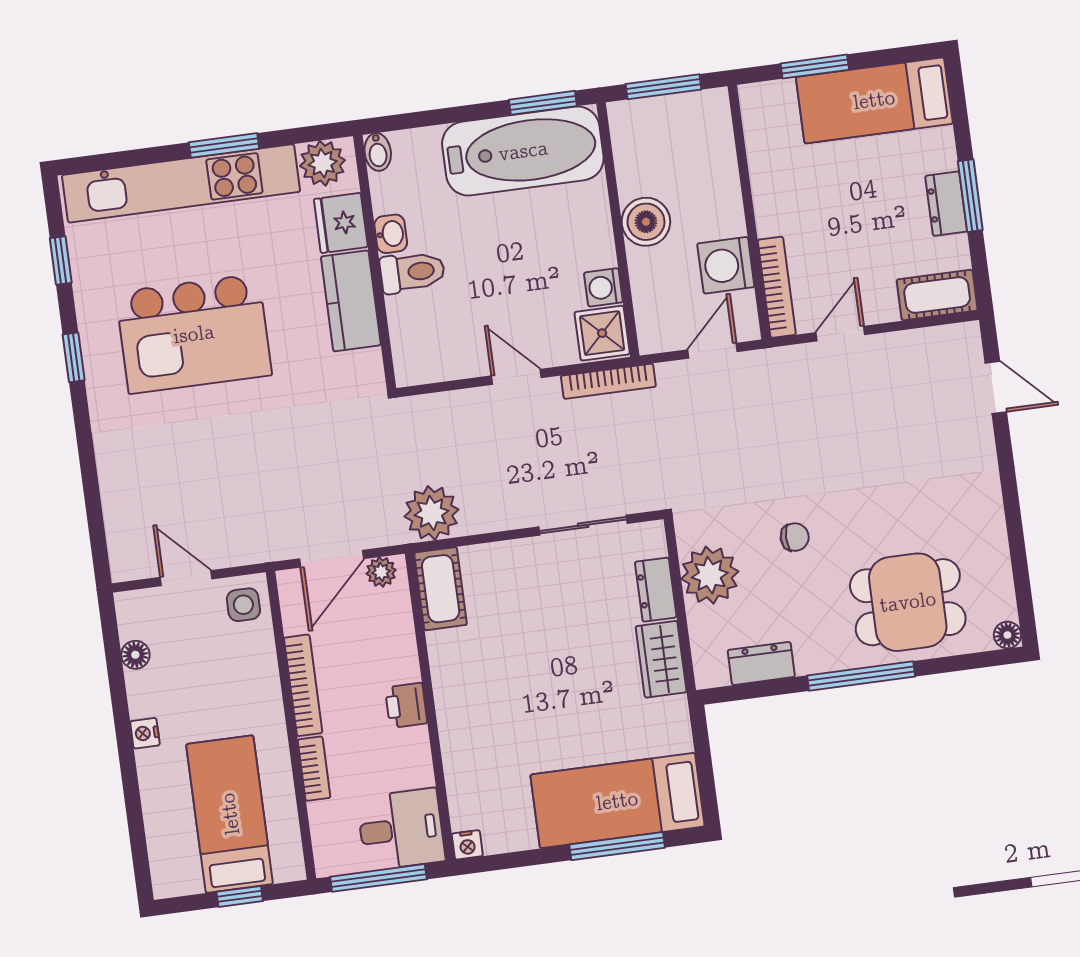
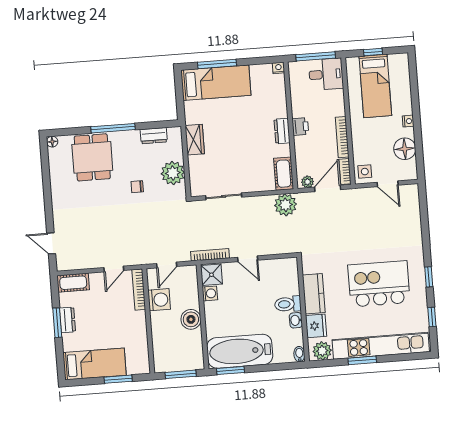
dresser: (656, 590) -> (282, 131), moved, turned 180
dining table: (908, 602) -> (92, 157), turned 90
floor lamp: (135, 655) -> (405, 149), width x1.89, depth x1.89
bookcase: (314, 769) -> (345, 172), moved
desk: (401, 829) -> (326, 74), moved, turned 180

